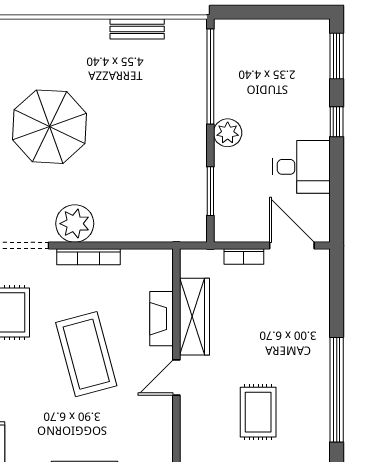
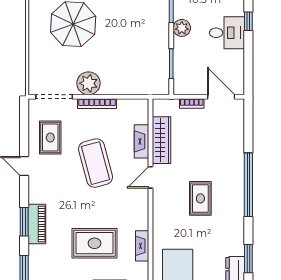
desk: (301, 167) -> (227, 33), moved

